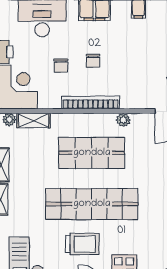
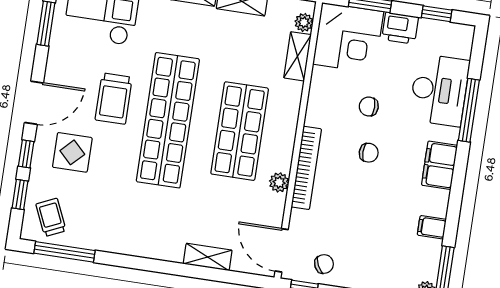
chair: (93, 61) -> (369, 153), turned 180
bookcase: (91, 103) -> (306, 168), moved

